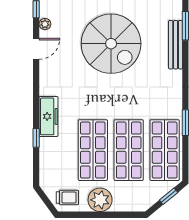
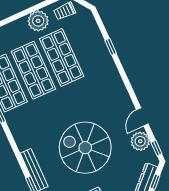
plant: (45, 24) -> (140, 141), width x1.88, depth x1.88
freezer: (48, 116) -> (108, 68), removed

